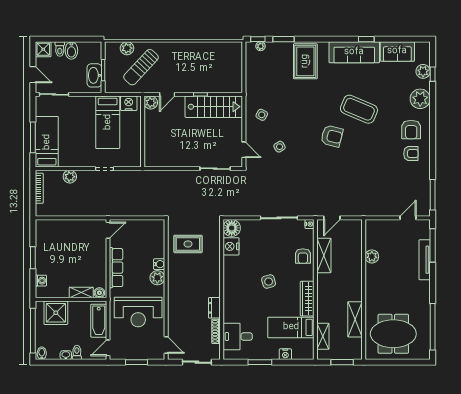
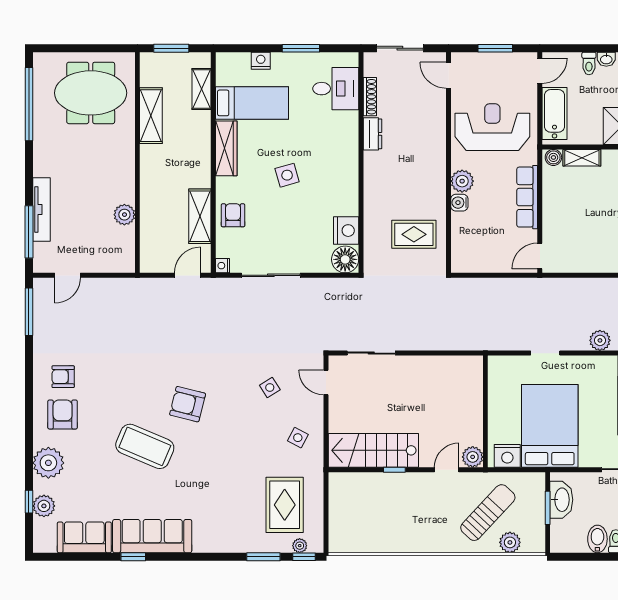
rug: (305, 61) -> (285, 505), moved
bed: (108, 122) -> (550, 426), width x1.50

